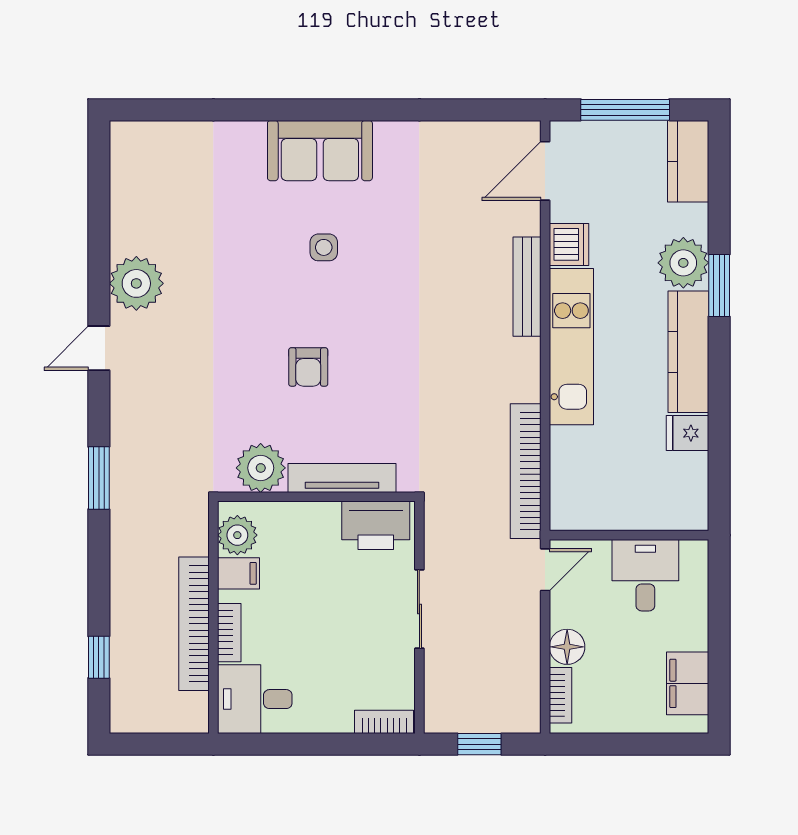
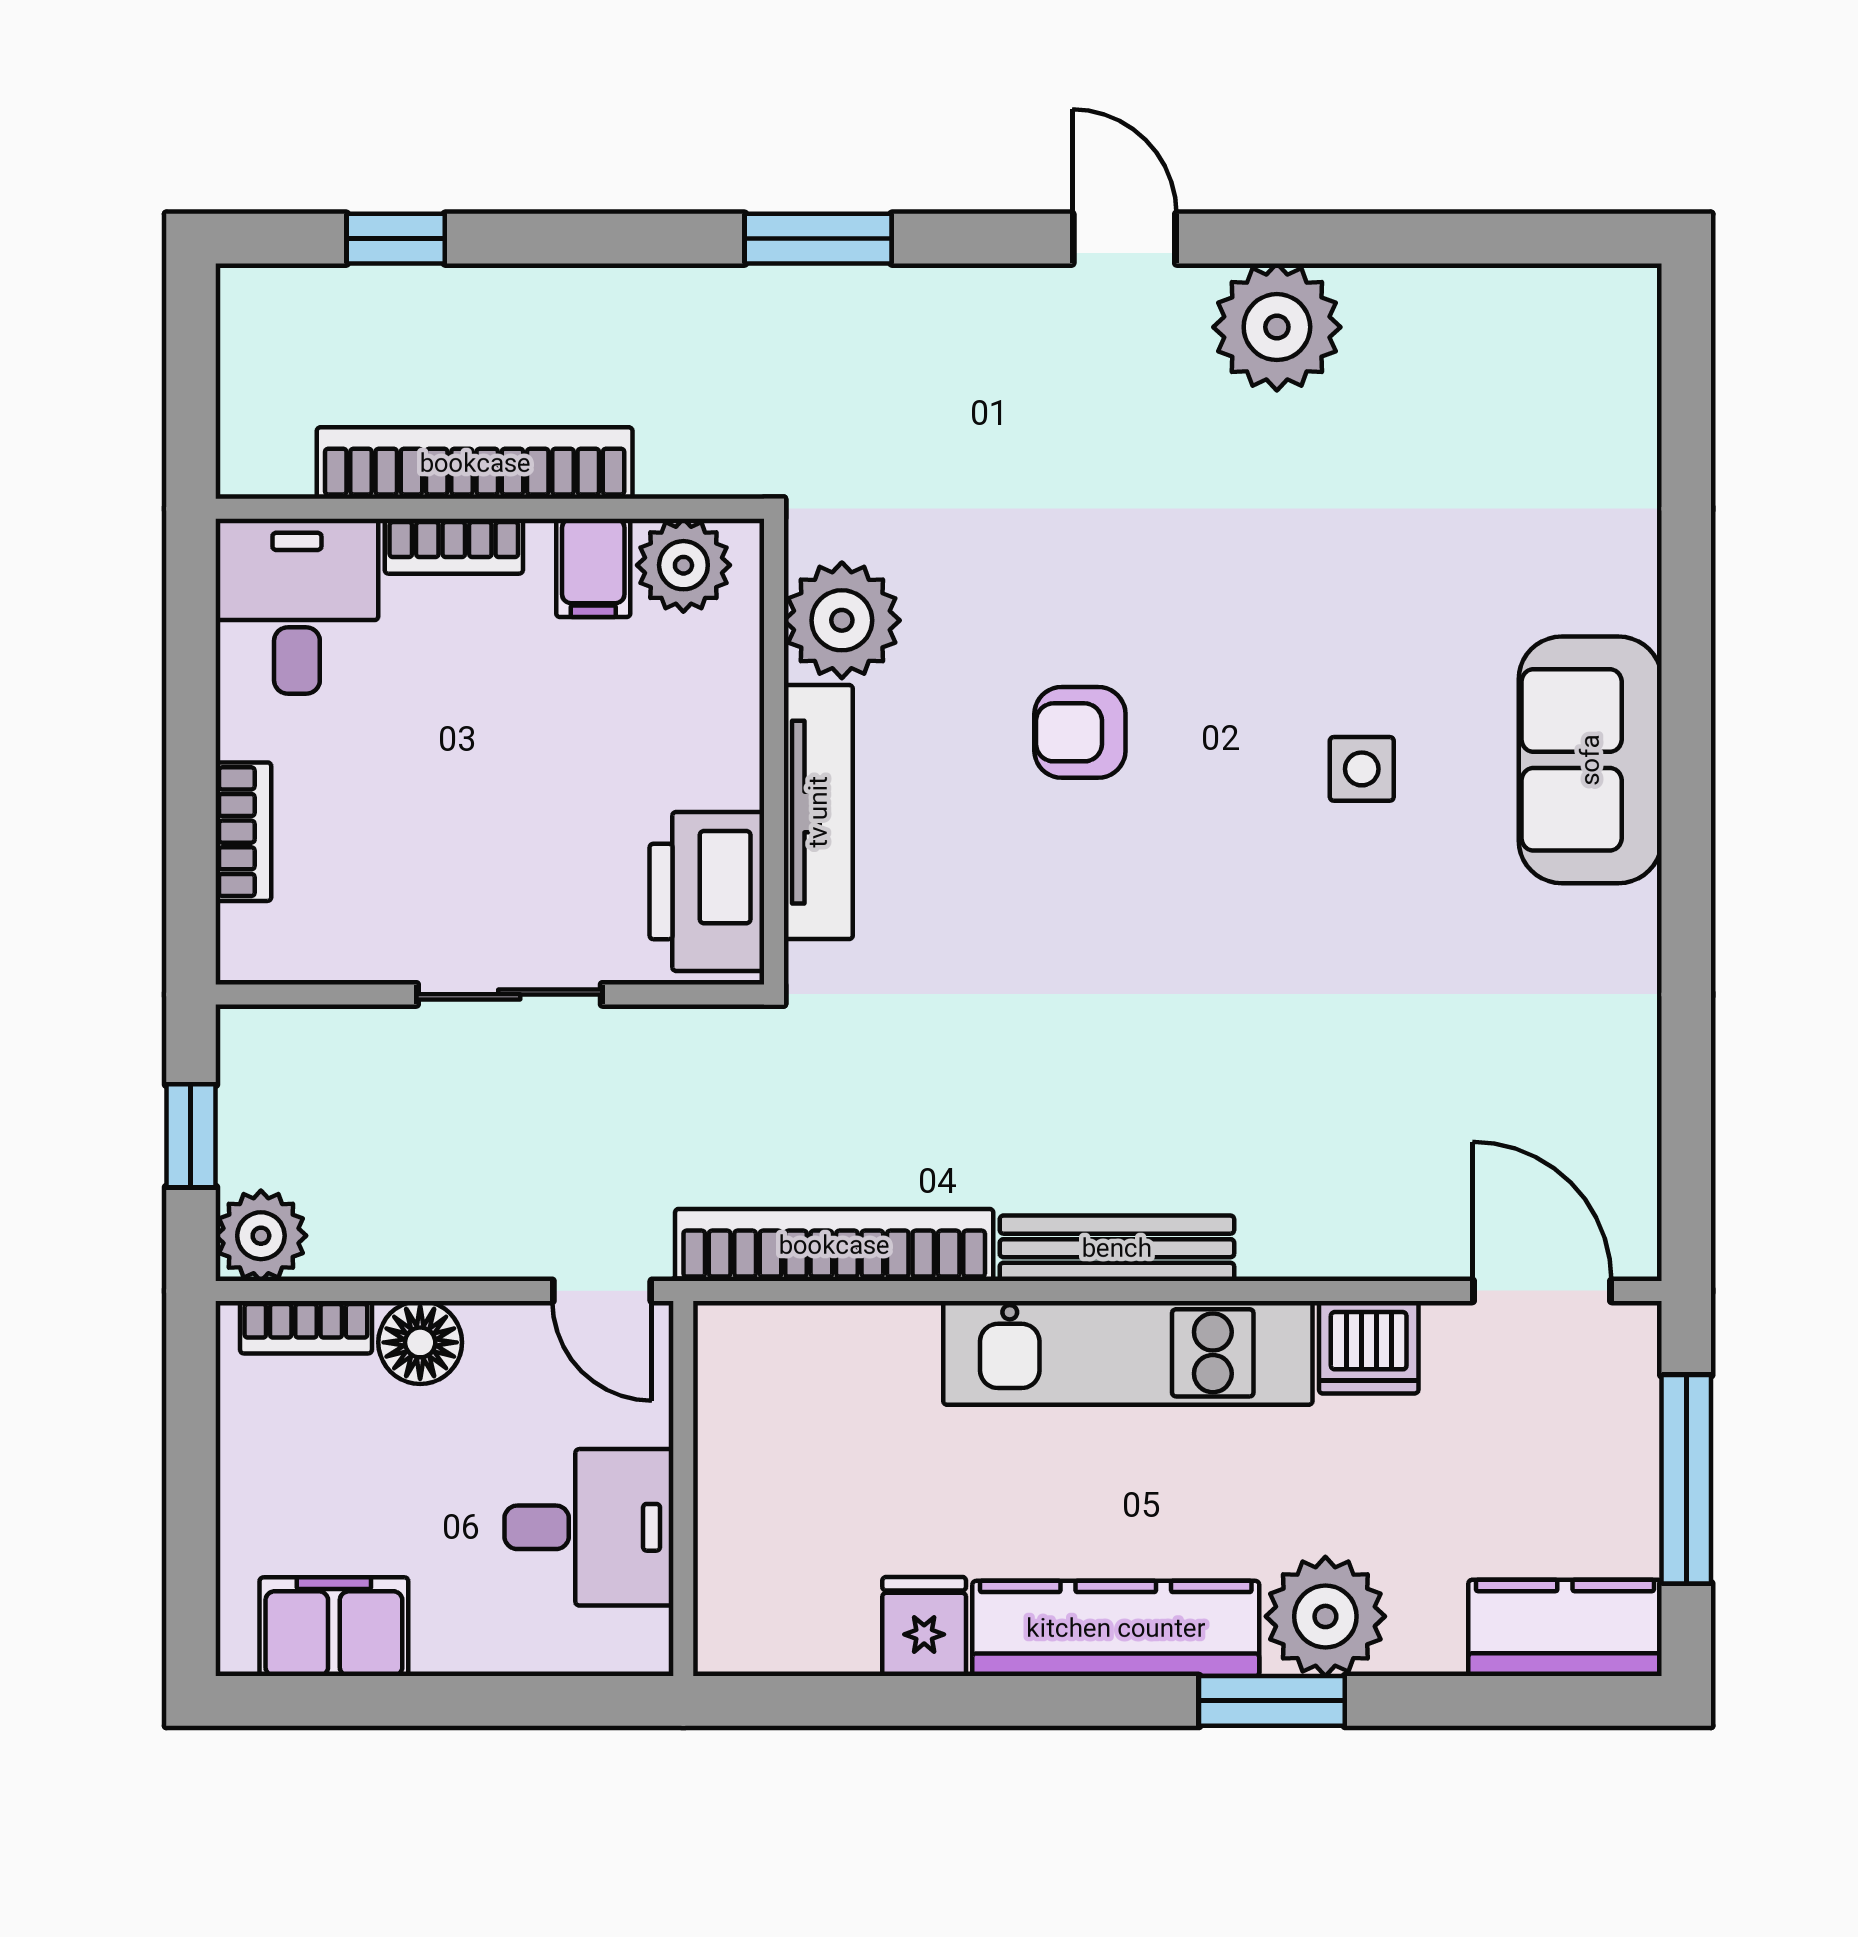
bench: (527, 287) -> (1117, 1248), moved
plant: (522, 714) -> (261, 1236), added
bookcase: (384, 722) -> (243, 832), moved

